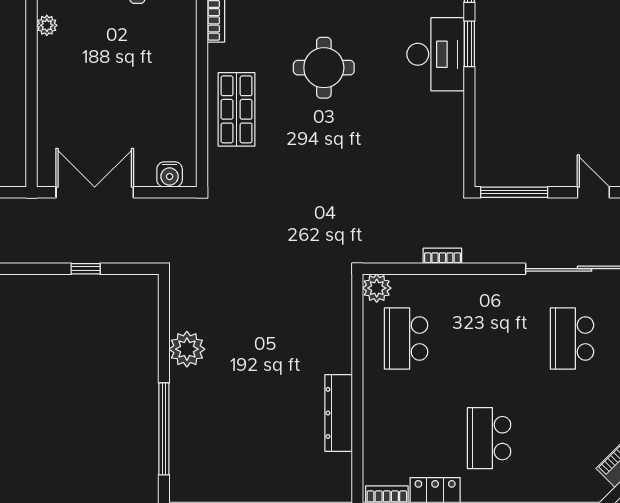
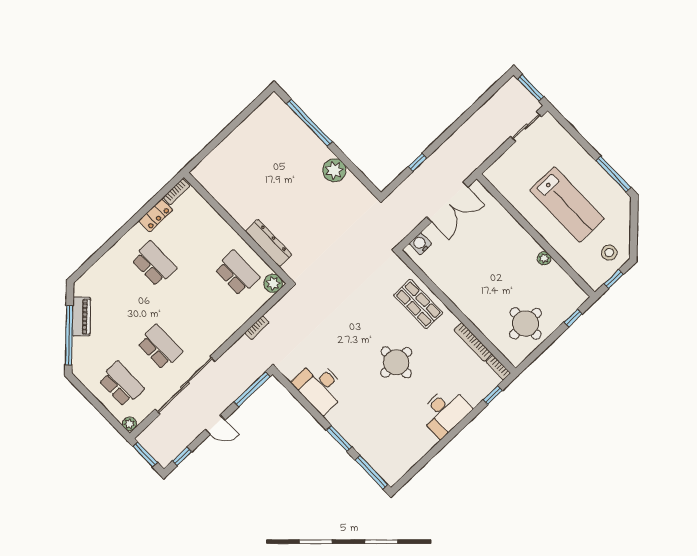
desk: (436, 54) -> (320, 387), moved
dresser: (339, 413) -> (269, 243), moved

